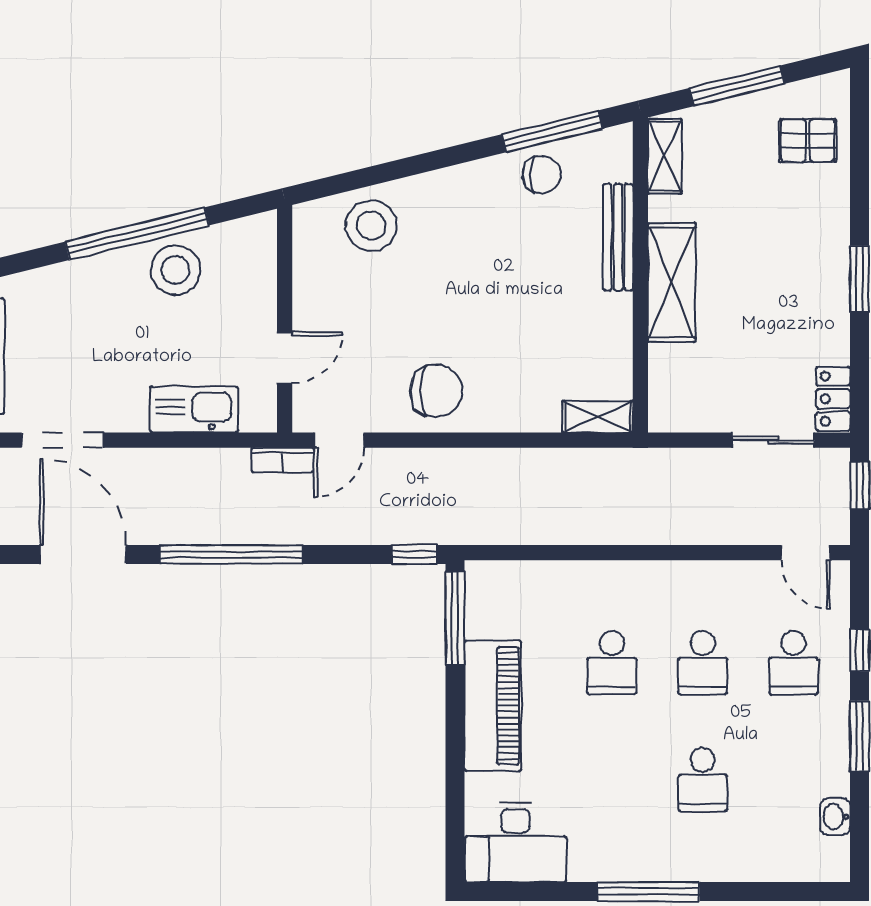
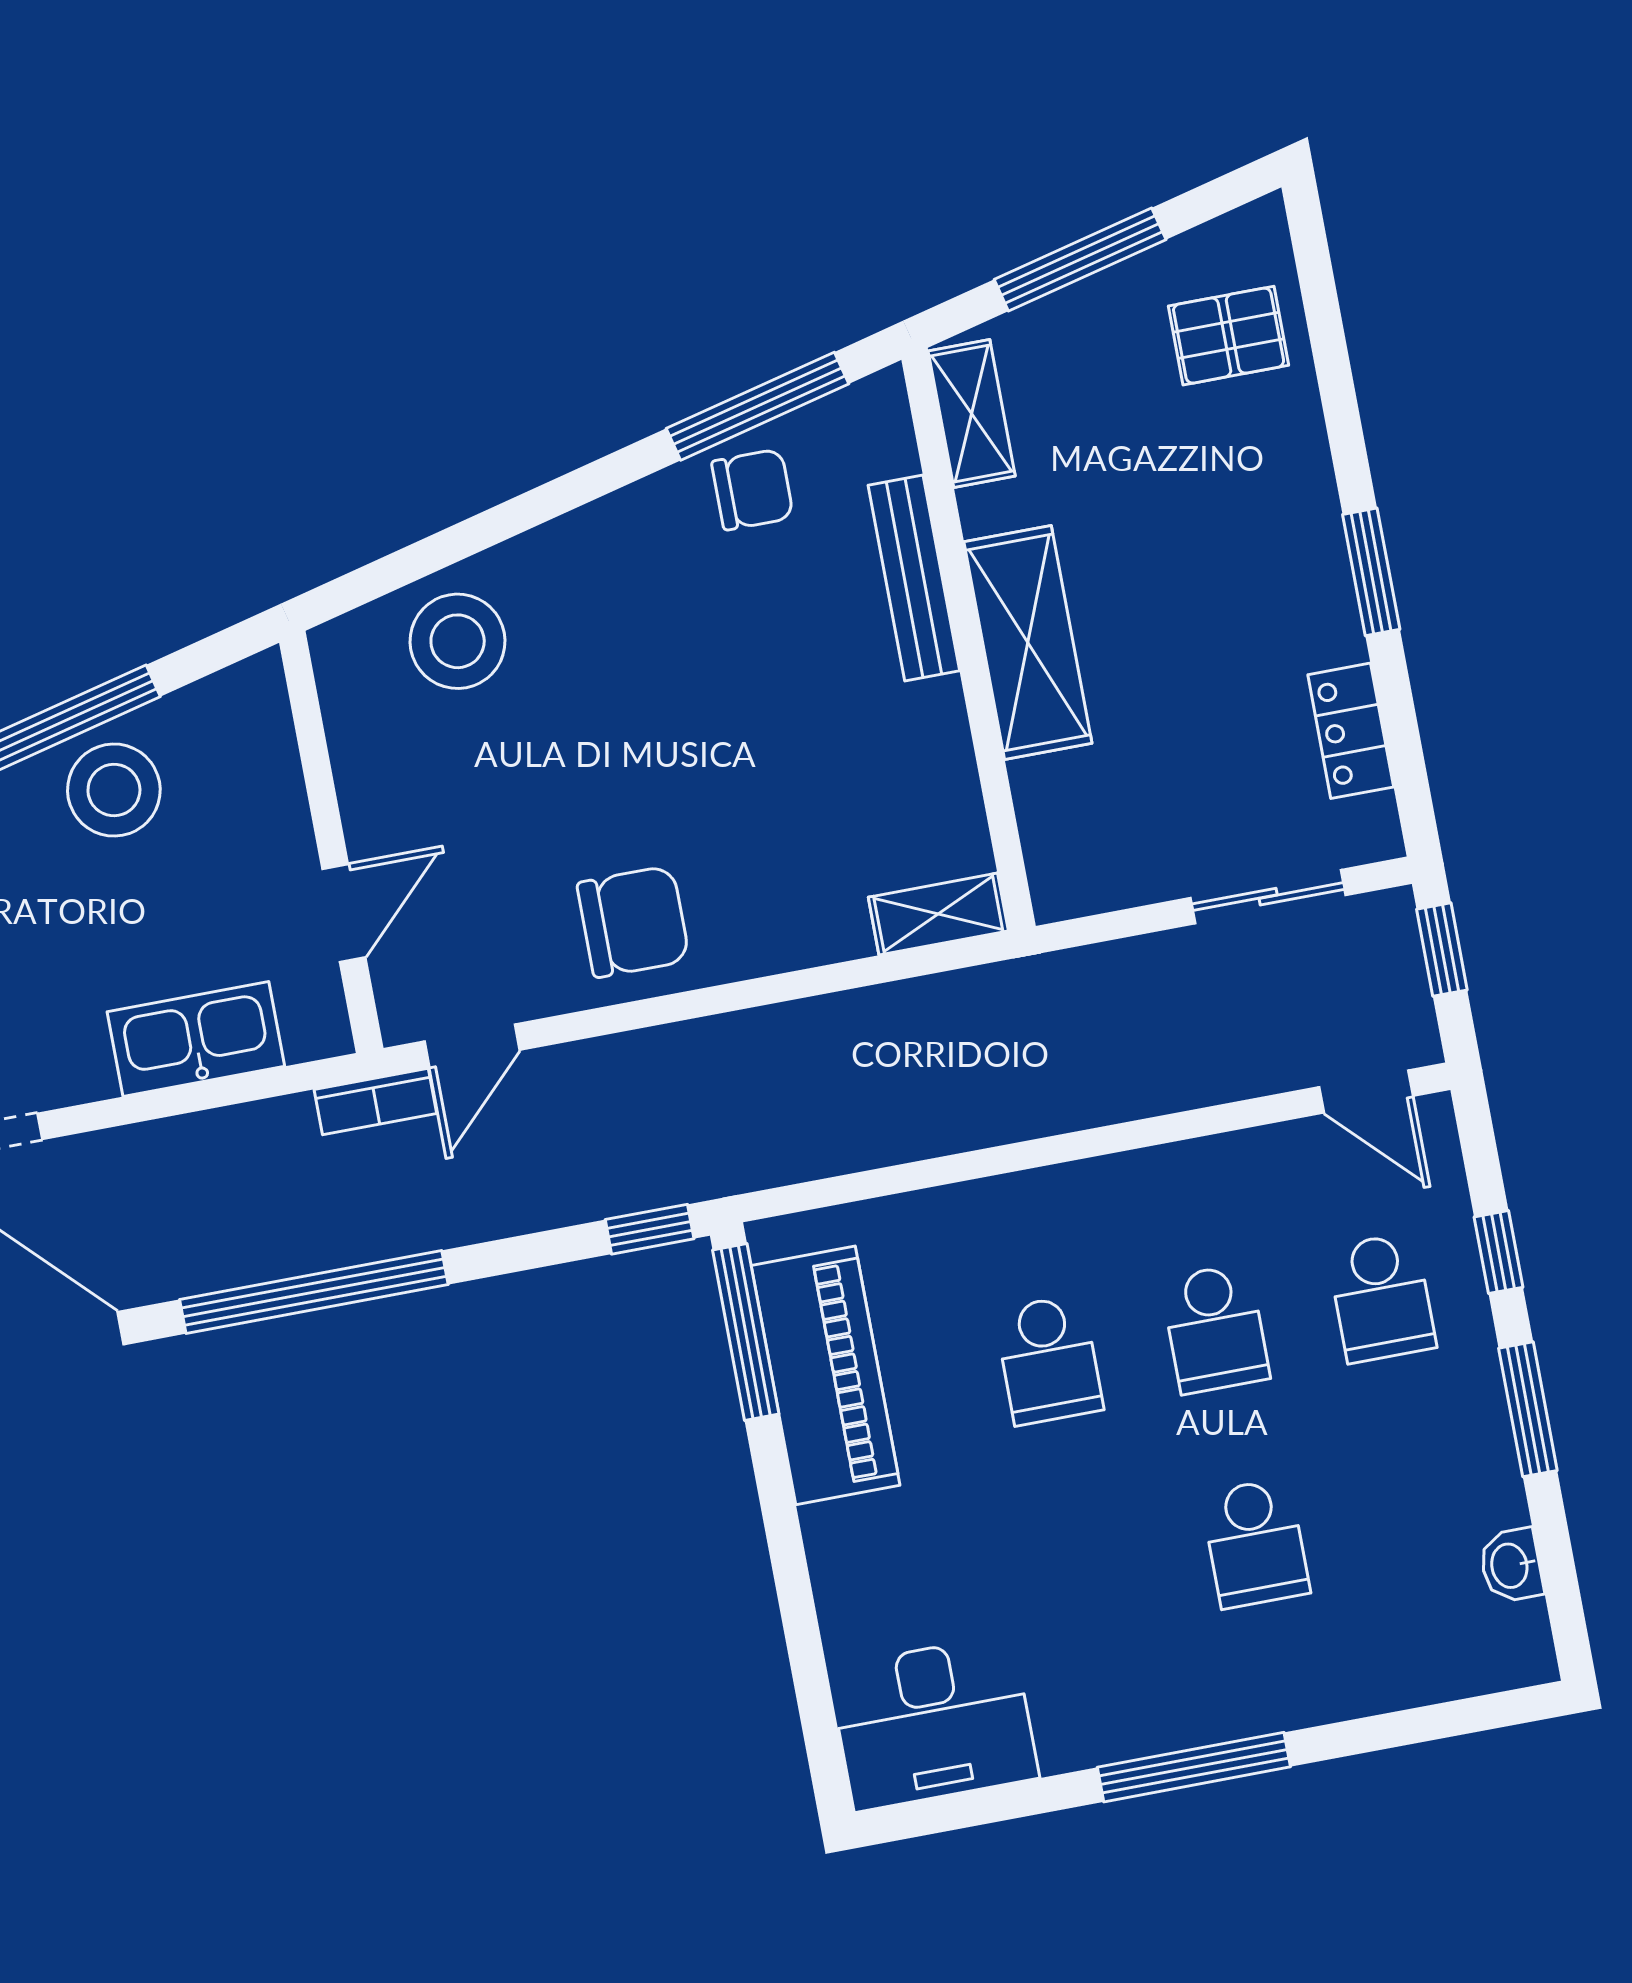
locker: (833, 399) -> (1351, 731), moved
piano: (493, 706) -> (826, 1375), moved

